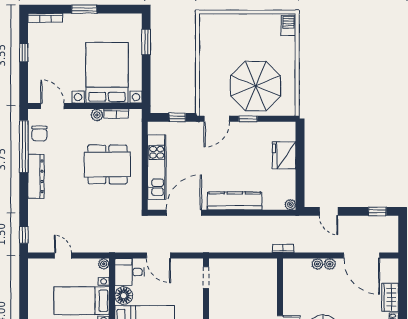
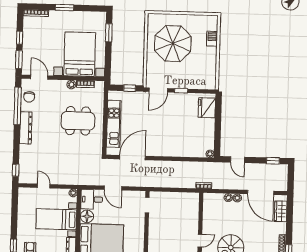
barbecue: (288, 25) -> (212, 39), moved
window: (24, 83) -> (19, 60), added
parasol: (256, 86) -> (173, 44), moved
fridge: (284, 155) -> (207, 108), moved
kitchen counter: (235, 201) -> (170, 150), removed
wardrobe: (390, 297) -> (281, 211), moved

